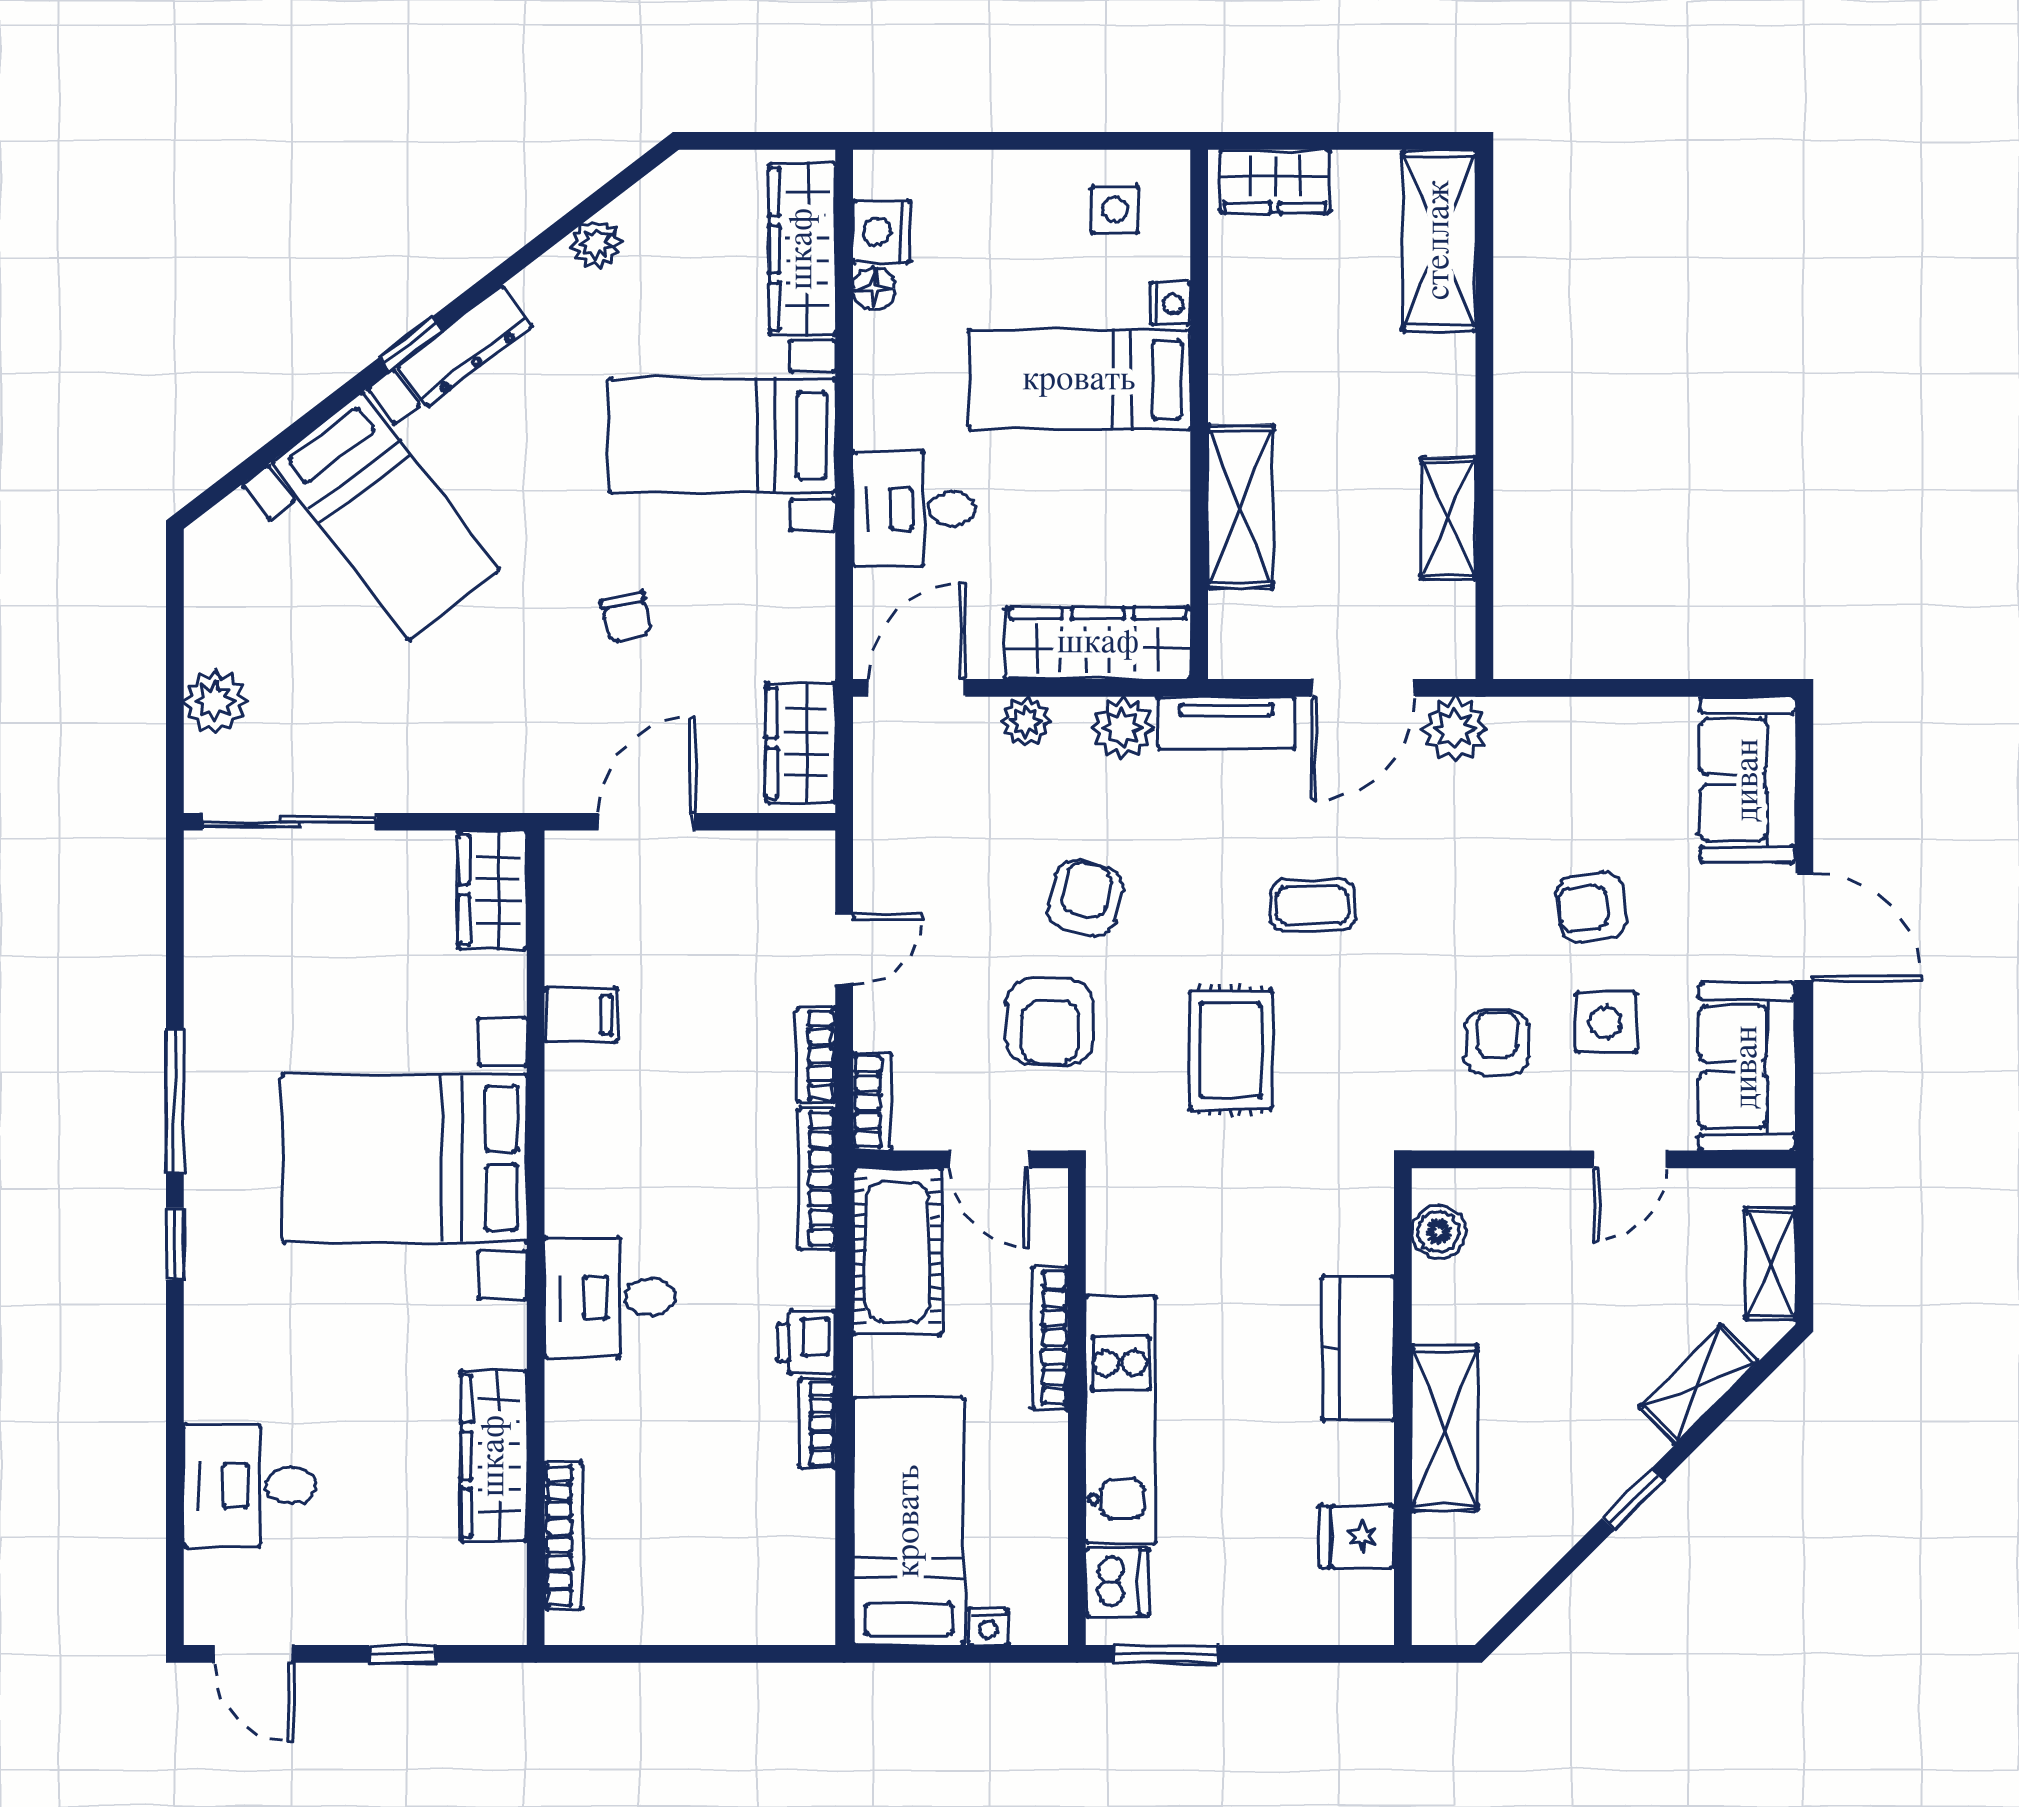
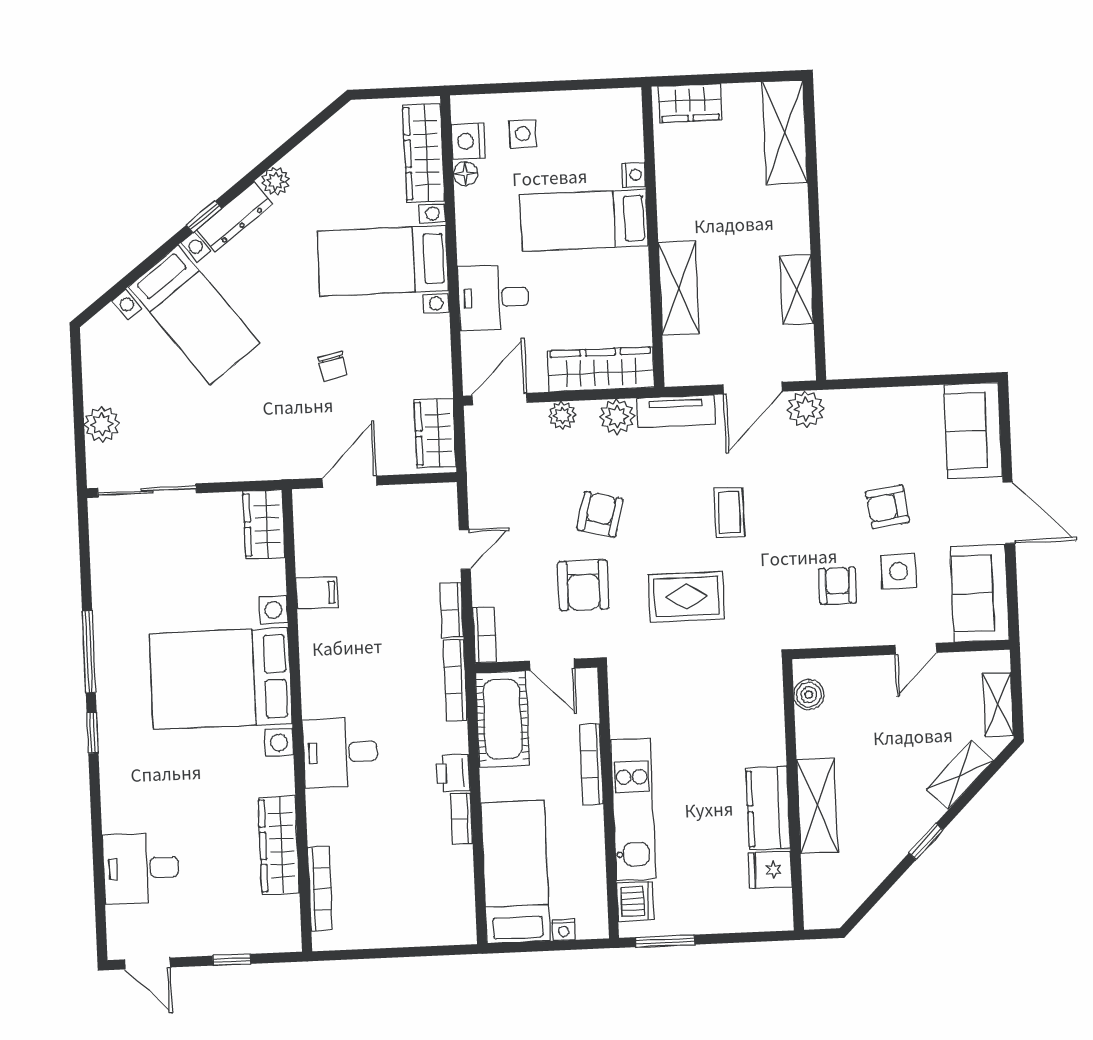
side table: (1115, 209) -> (523, 134), moved
plant: (596, 244) -> (276, 181), moved
coffee table: (1312, 905) -> (729, 513), turned 90
rug: (1230, 1050) -> (686, 597), turned 90
kitchen counter: (1358, 1348) -> (768, 808), moved

